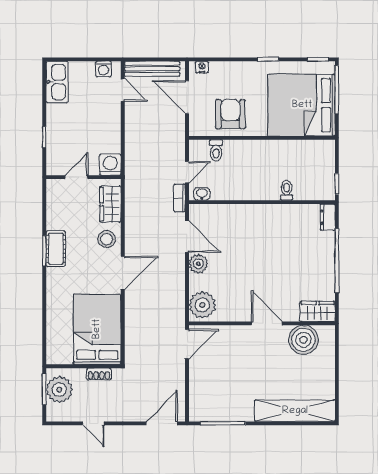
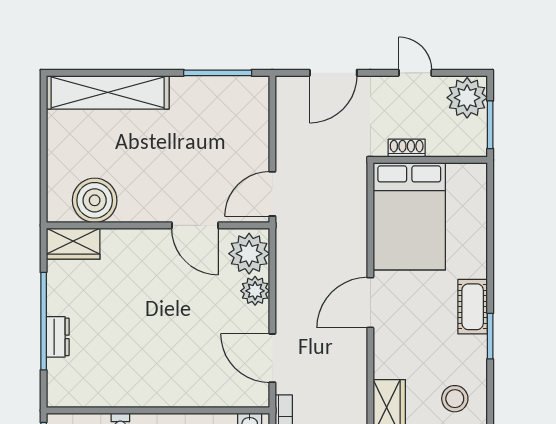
dresser: (328, 217) -> (58, 337), moved
stool: (107, 239) -> (455, 399), moved
cot: (56, 249) -> (473, 307), moved
plant: (198, 264) -> (255, 291), moved
door: (267, 323) -> (195, 225), moved
plant: (59, 390) -> (467, 98), moved
door: (162, 423) -> (333, 73), moved

